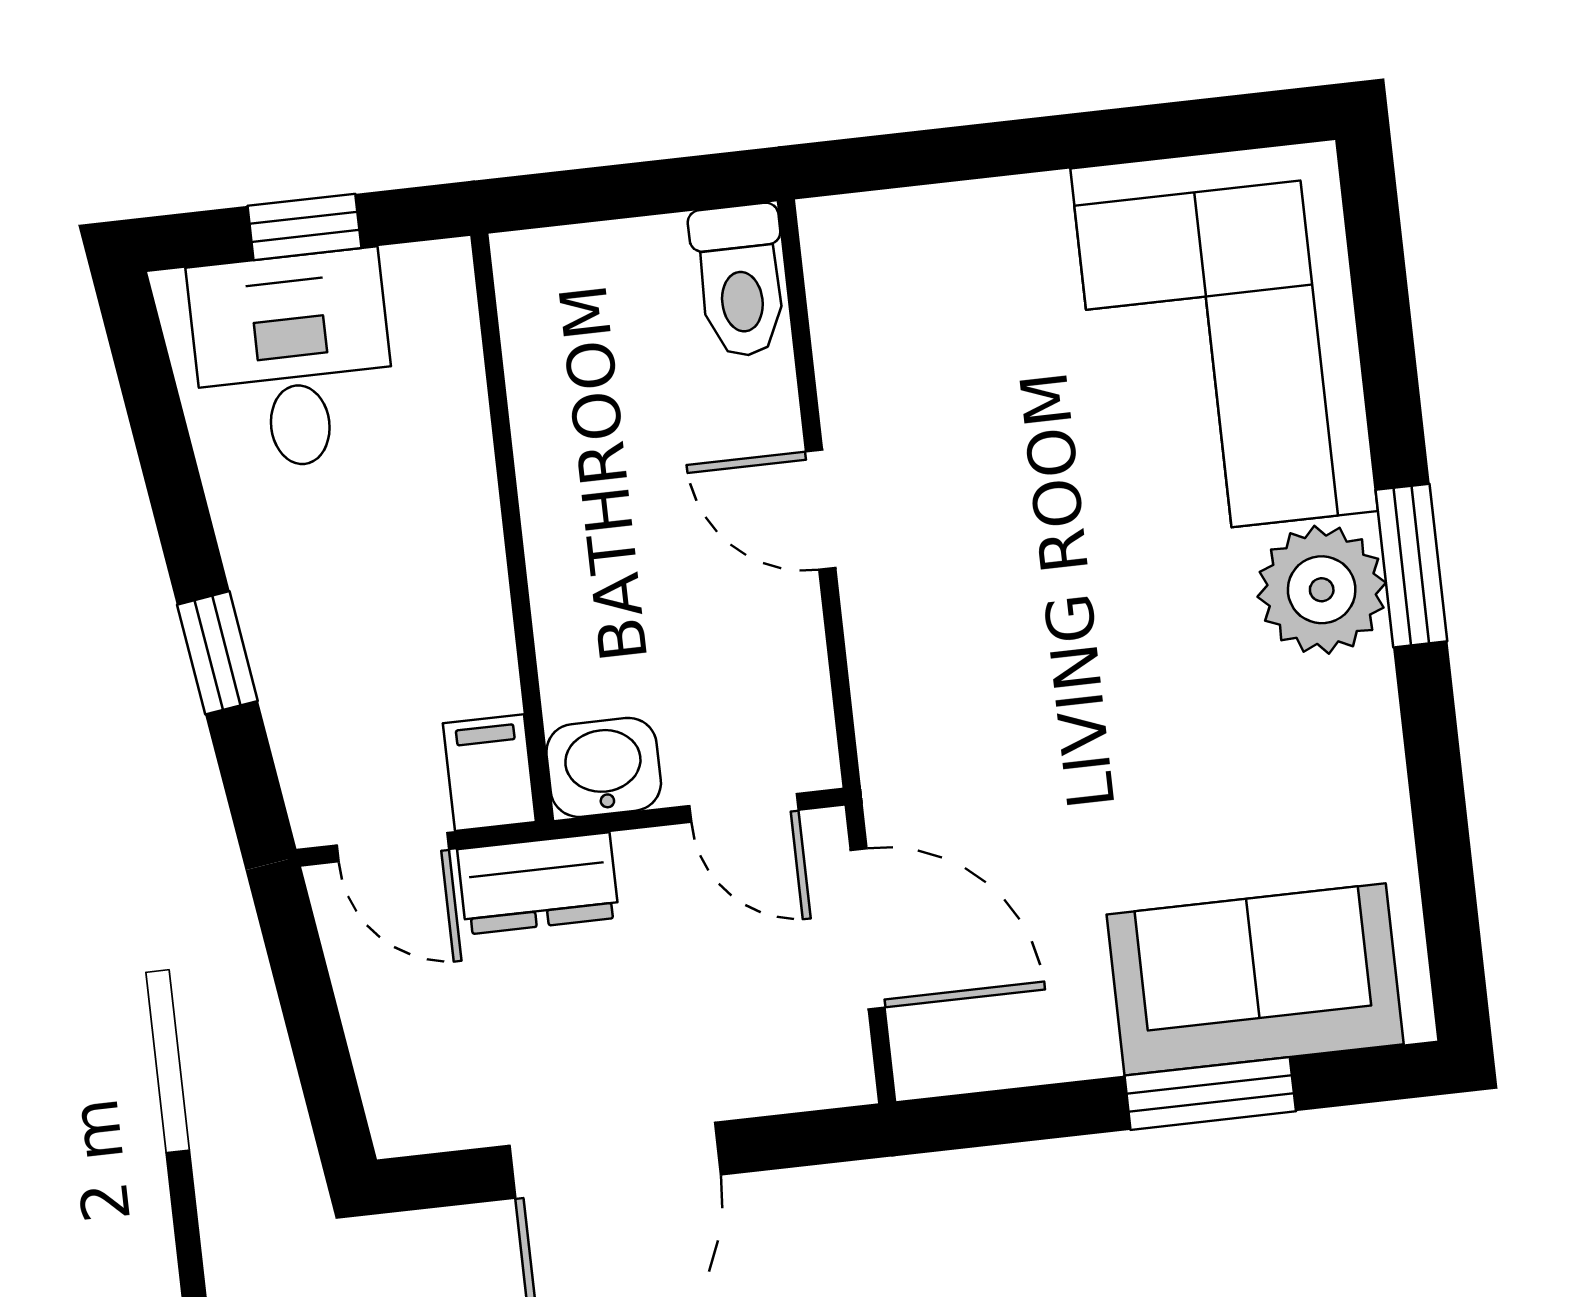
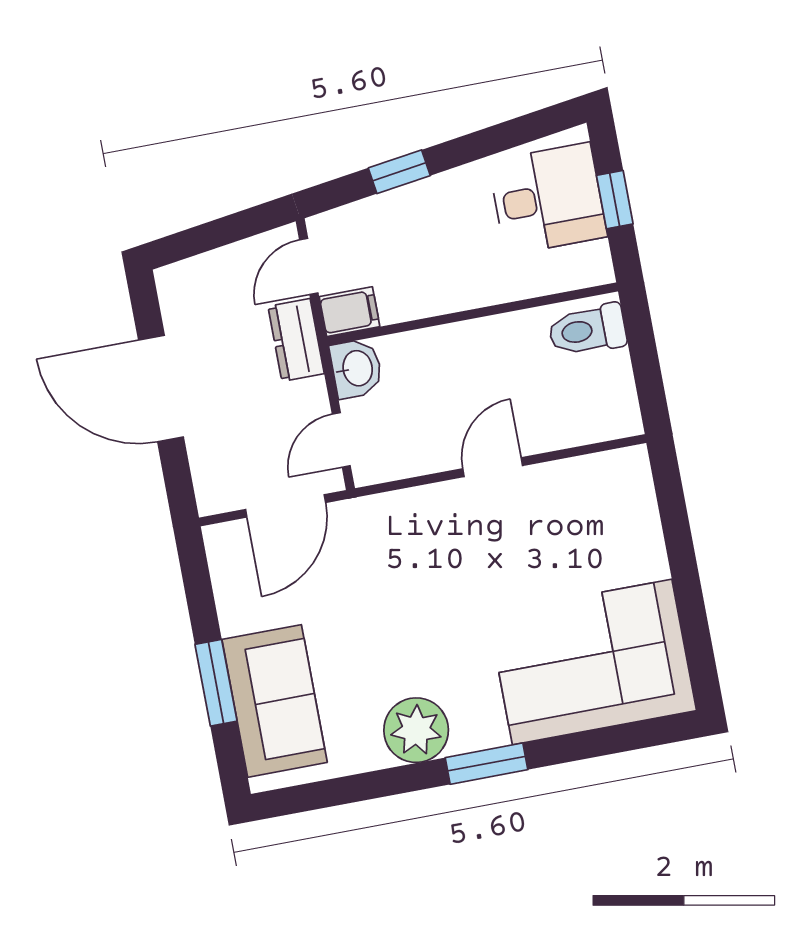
toilet: (740, 281) -> (587, 330), moved
plant: (1322, 590) -> (416, 730), moved

